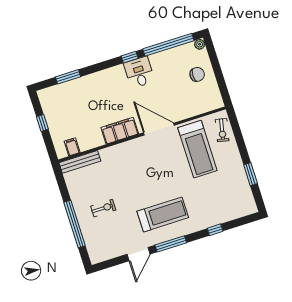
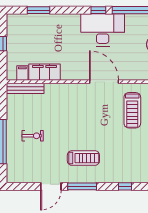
desk: (139, 72) -> (103, 30), width x1.87, depth x1.30
filing cabinet: (120, 131) -> (44, 72), moved
treadmill: (197, 149) -> (132, 110), width x0.73, depth x0.73
treadmill: (163, 214) -> (83, 158), width x0.73, depth x0.73

